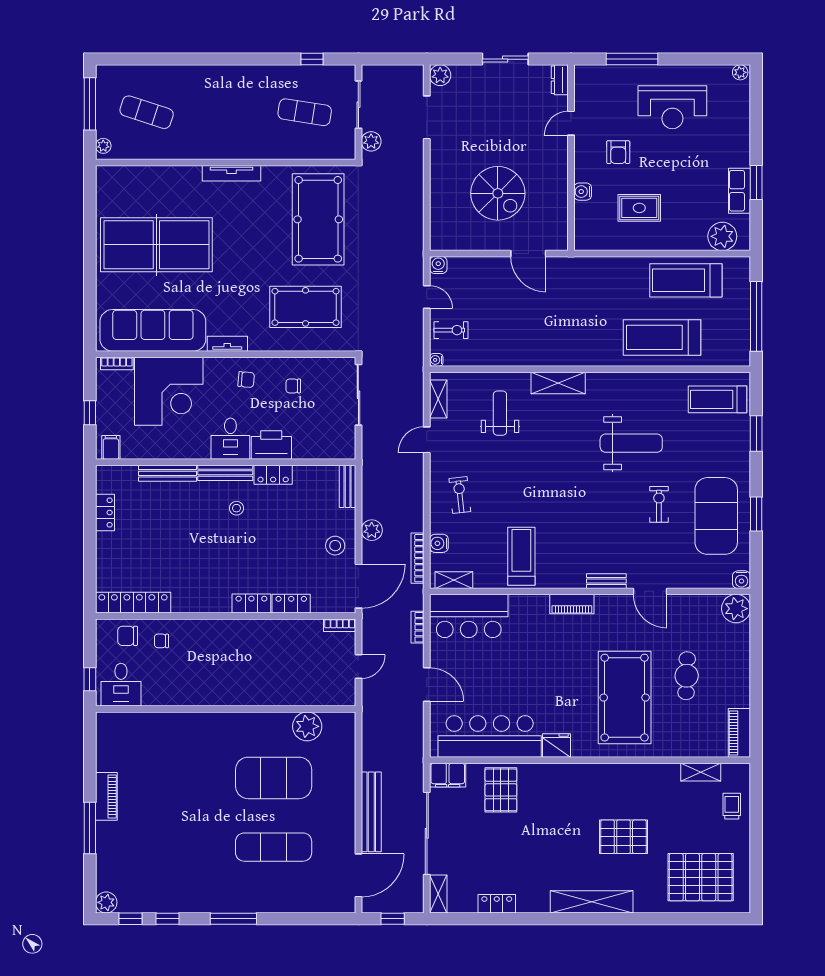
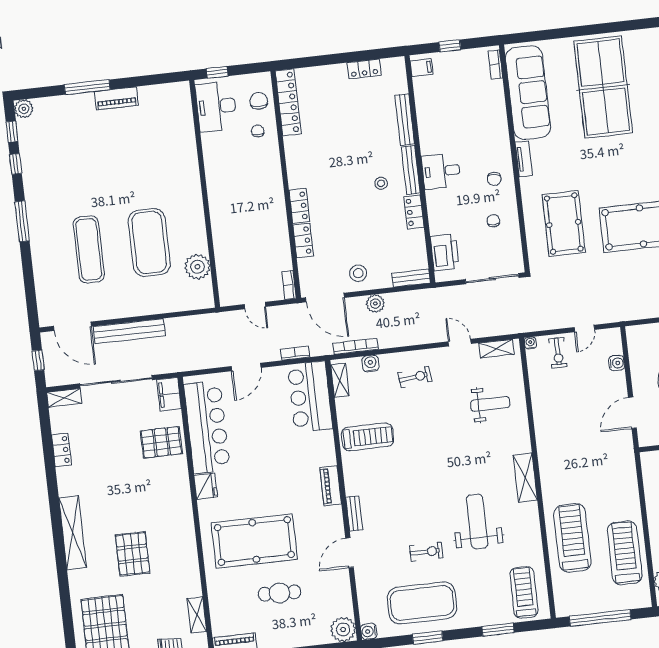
water cooler: (438, 265) -> (617, 363), moved
shelving: (558, 383) -> (525, 477), moved
corner desk: (169, 391) -> (476, 113), removed
weight bench: (631, 443) -> (477, 521), turned 180
printer: (271, 445) -> (445, 252), moved
desk: (121, 685) -> (216, 106), width x1.37

